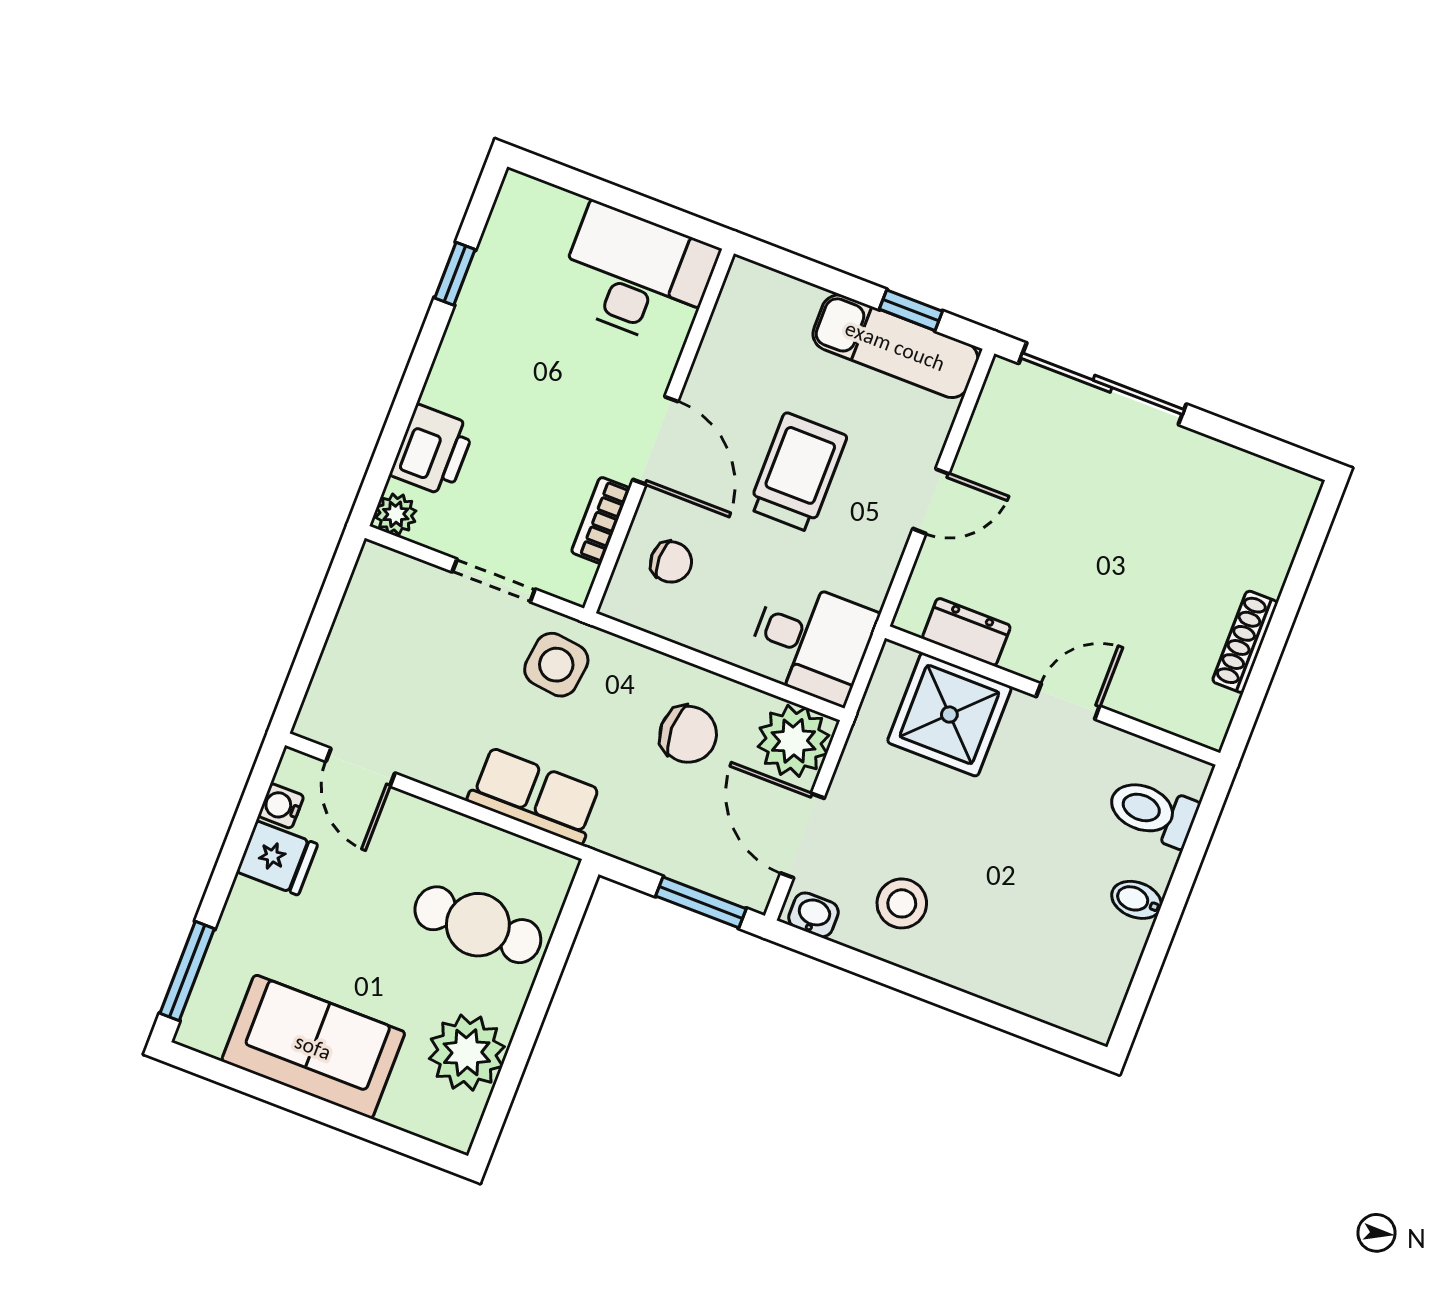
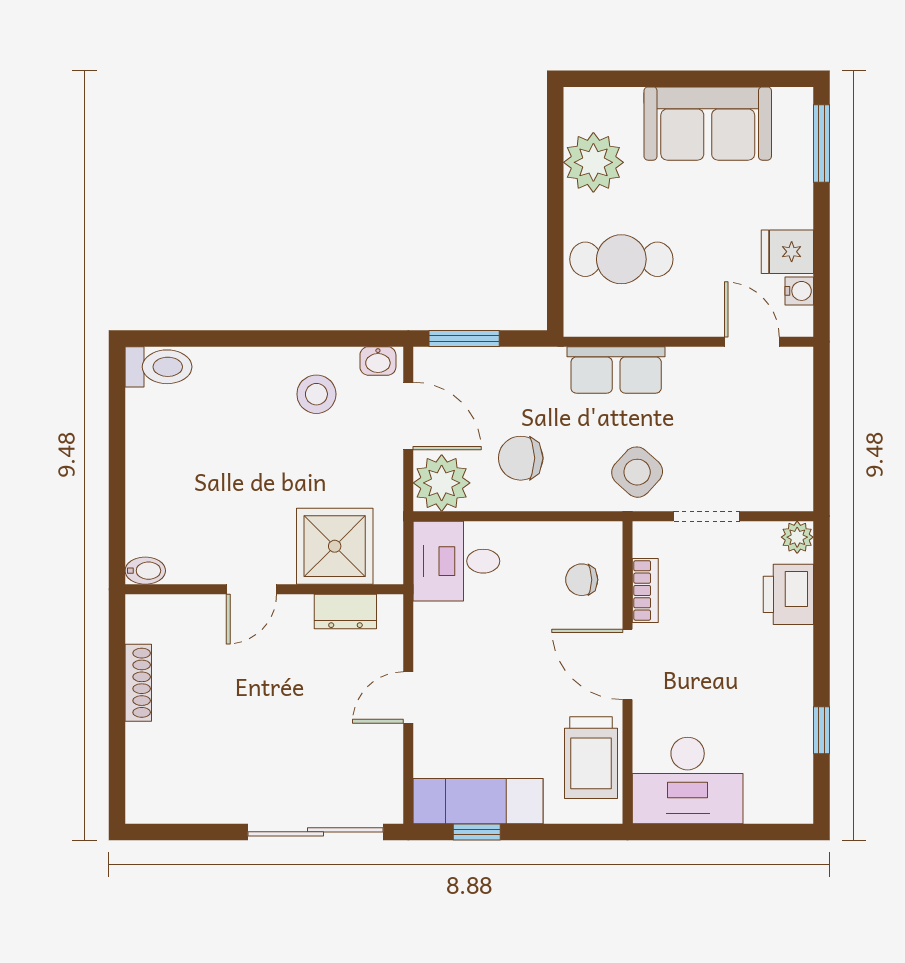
trolley: (798, 472) -> (591, 758), moved
side table: (556, 665) -> (637, 472), turned 35
toilet: (1152, 812) -> (158, 367), moved
bidet: (1136, 900) -> (145, 571), moved

